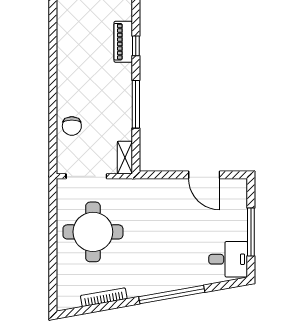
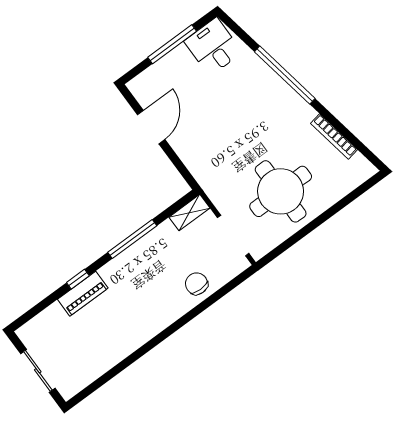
chair: (72, 126) -> (197, 284), turned -90

